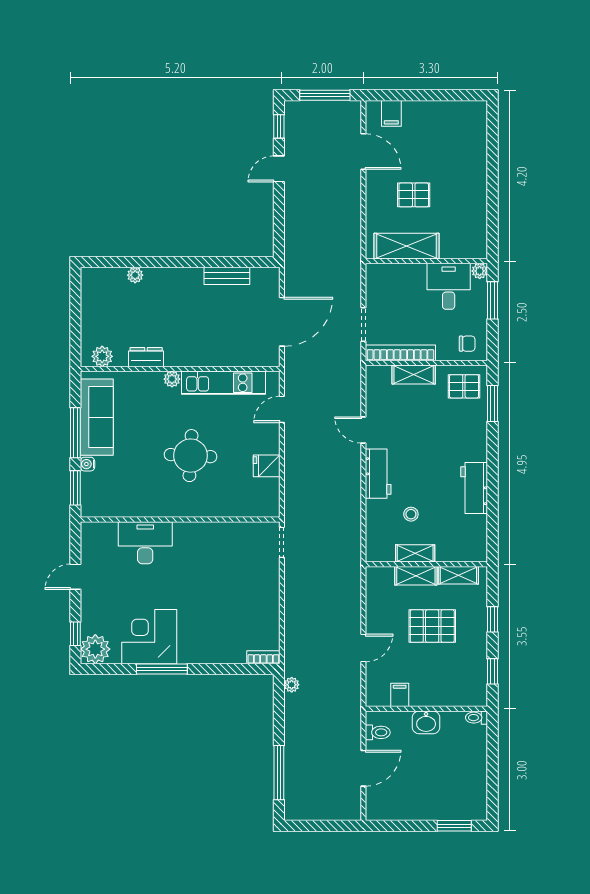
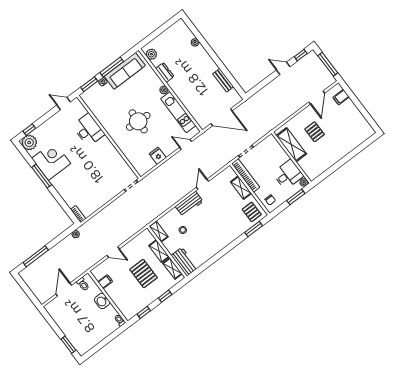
workbench: (474, 488) -> (184, 262), moved, turned 90
shelving: (415, 553) -> (159, 232), moved
door: (75, 577) -> (64, 104), moved
door: (363, 768) -> (64, 290), swing flipped

